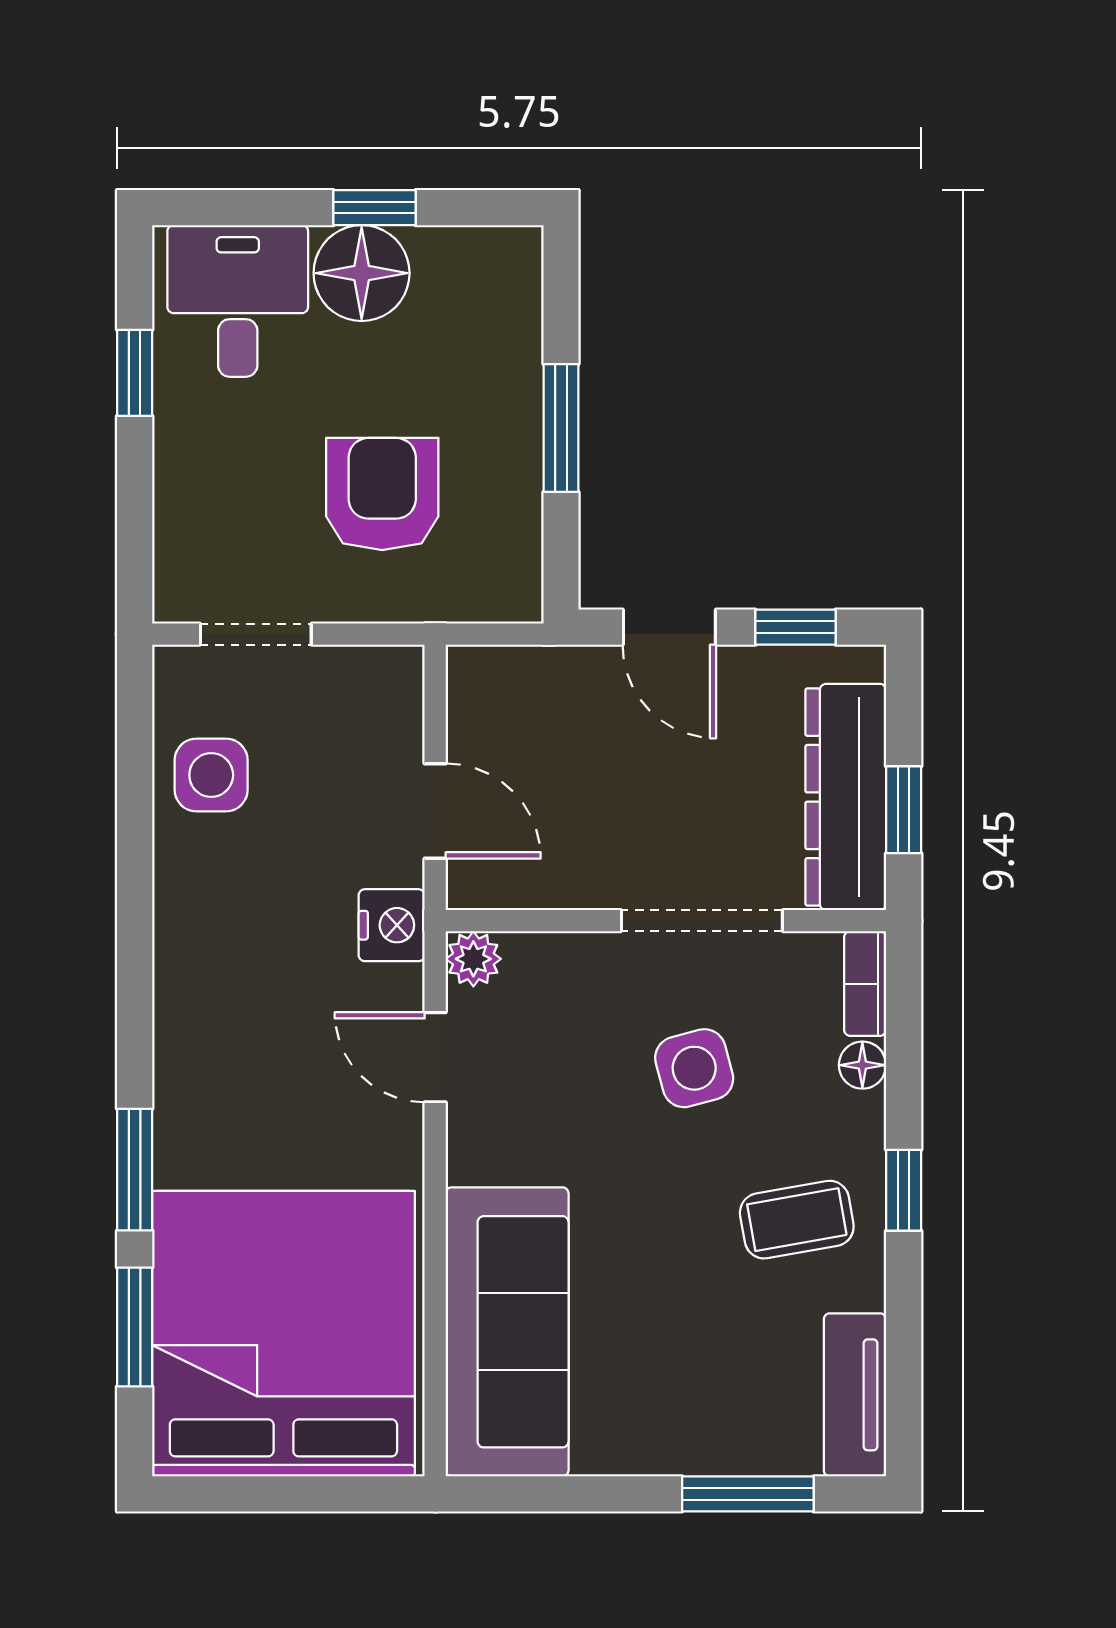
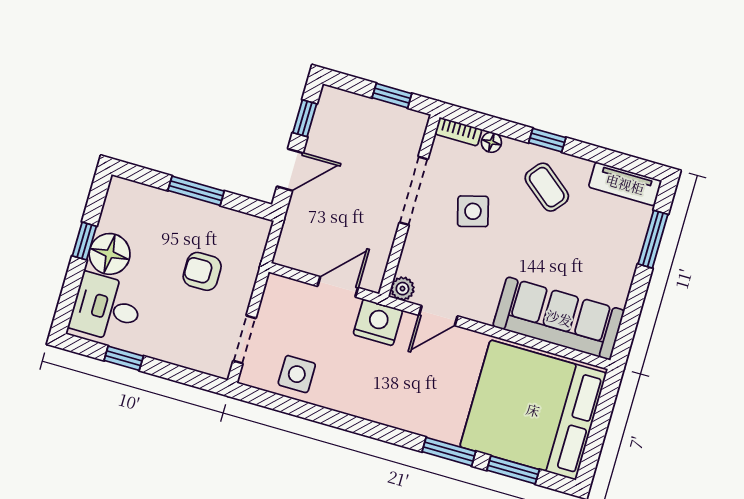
armchair: (382, 494) -> (202, 271), width x0.72, depth x0.72
dresser: (846, 797) -> (380, 118), removed
nightstand: (392, 925) -> (378, 322), width x1.36, depth x1.33
coffee table: (797, 1220) -> (547, 187), turned -41

